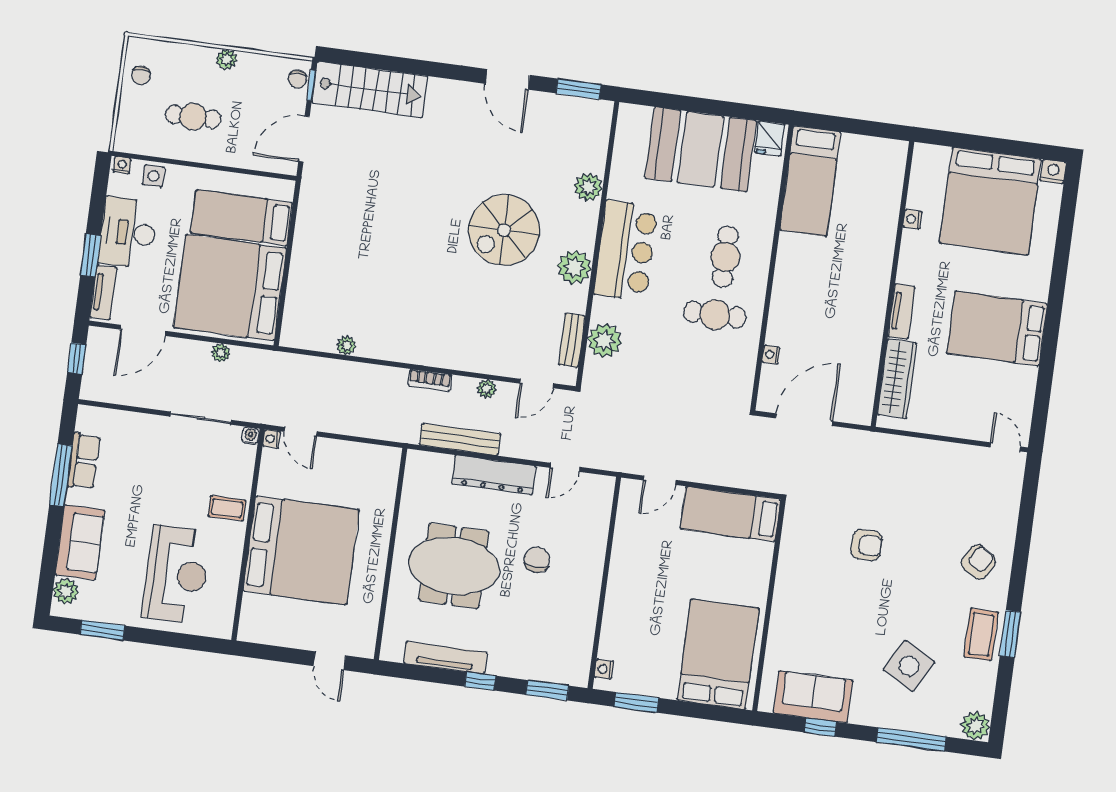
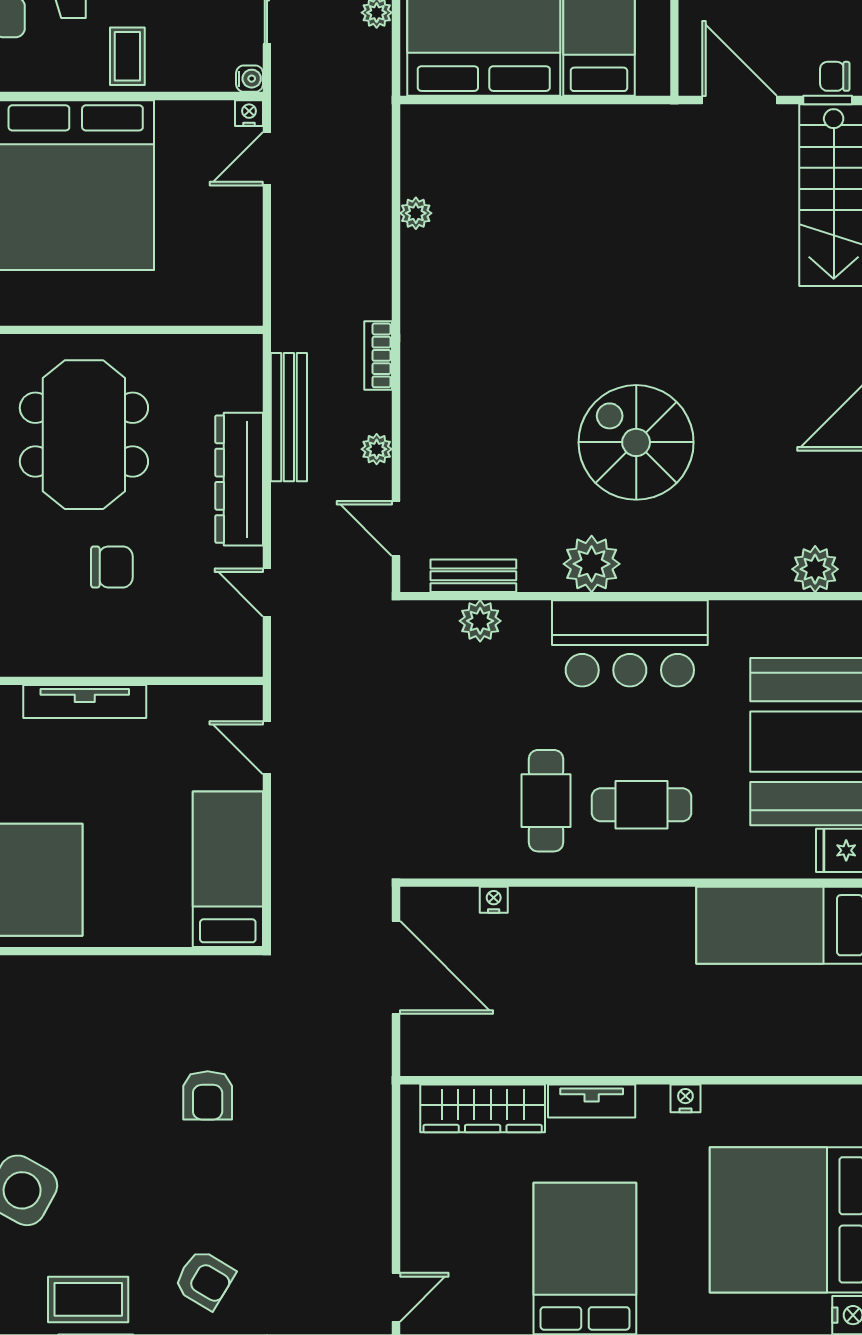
plant: (588, 187) -> (815, 569), moved
nightstand: (912, 219) -> (685, 1098), moved
plant: (605, 341) -> (480, 621), width x0.73, depth x0.73
tv unit: (617, 587) -> (85, 702), added

